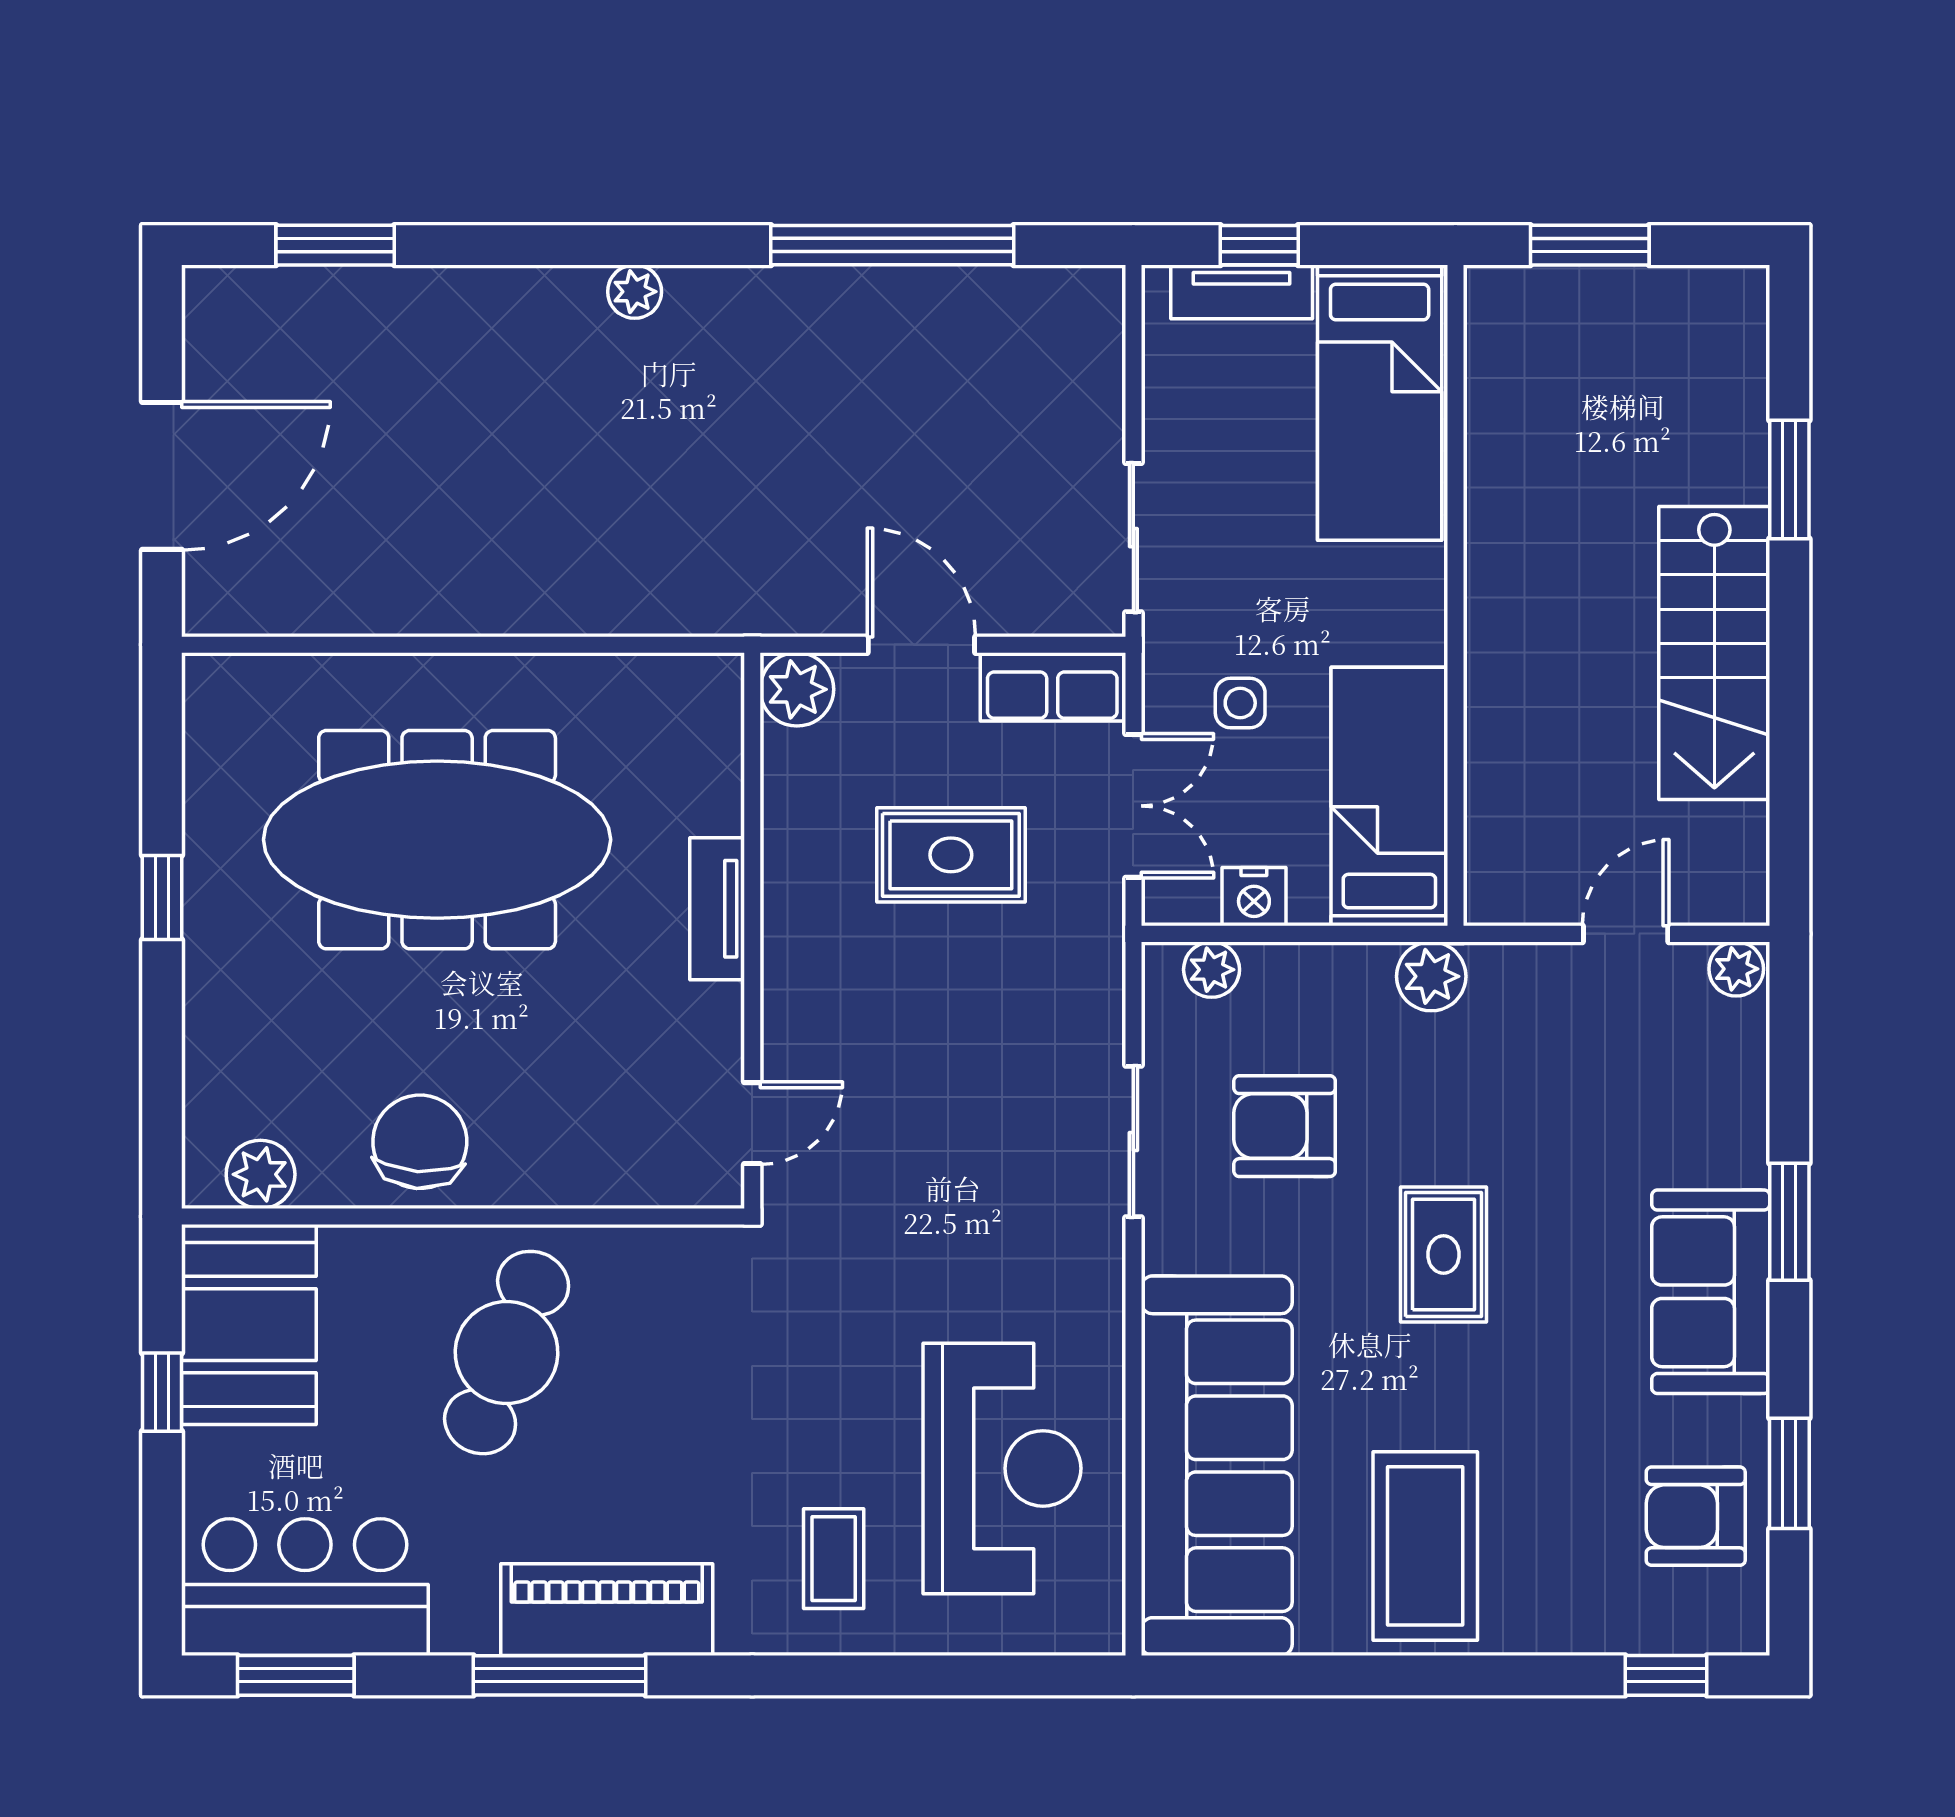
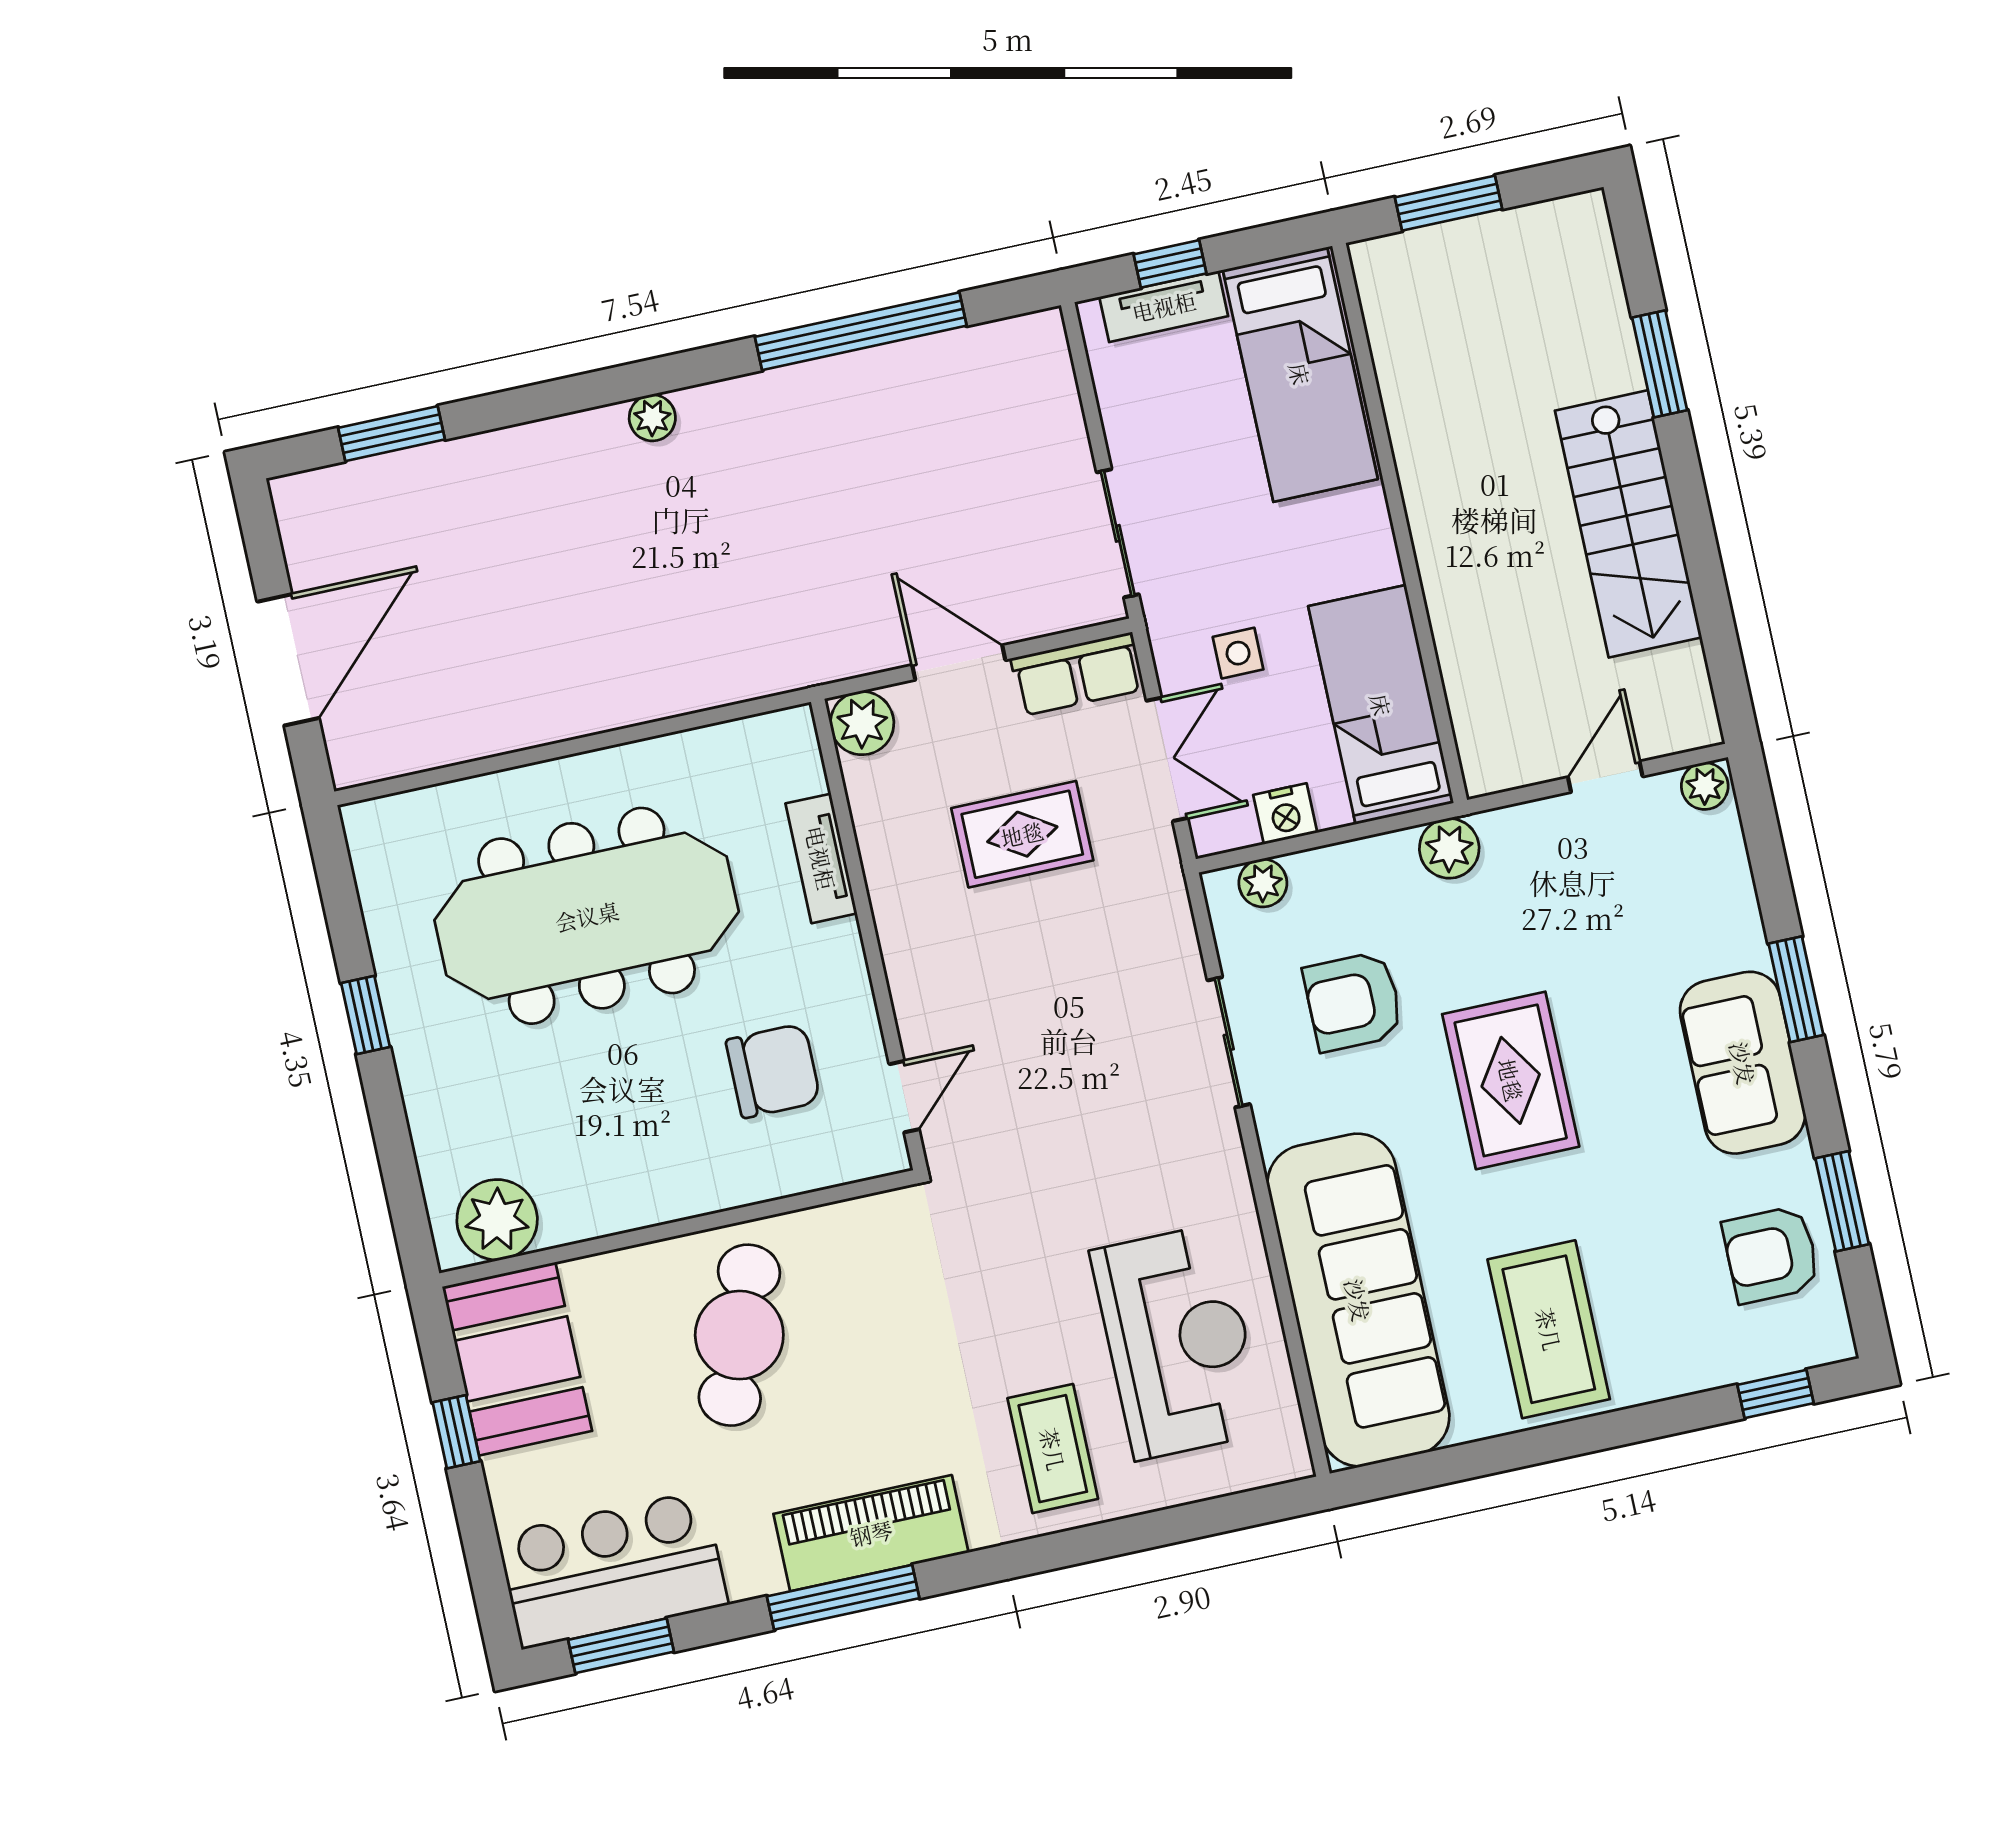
tv unit: (717, 909) -> (821, 858), moved
chair: (420, 1142) -> (773, 1071), moved, turned 86
plant: (261, 1174) -> (497, 1220), width x1.36, depth x1.36
rug: (1444, 1255) -> (1511, 1080), width x1.36, depth x1.43
coffee table: (834, 1559) -> (1053, 1449), width x1.36, depth x1.30

